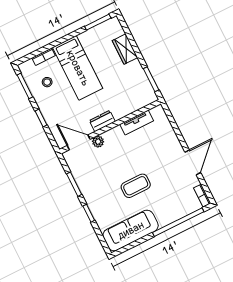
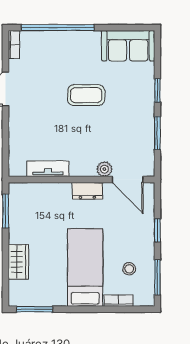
sofa: (131, 230) -> (128, 46), width x0.73

